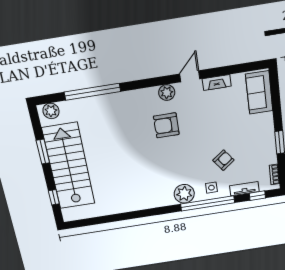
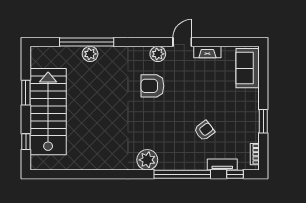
plant: (51, 111) -> (90, 54), moved
side table: (211, 188) -> (189, 158), removed
plant: (184, 194) -> (147, 160), moved

